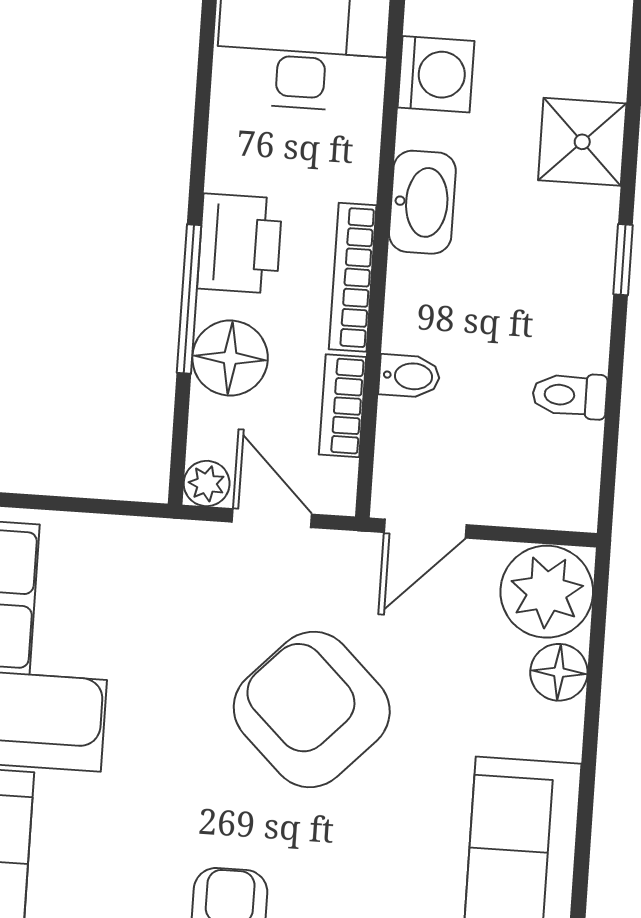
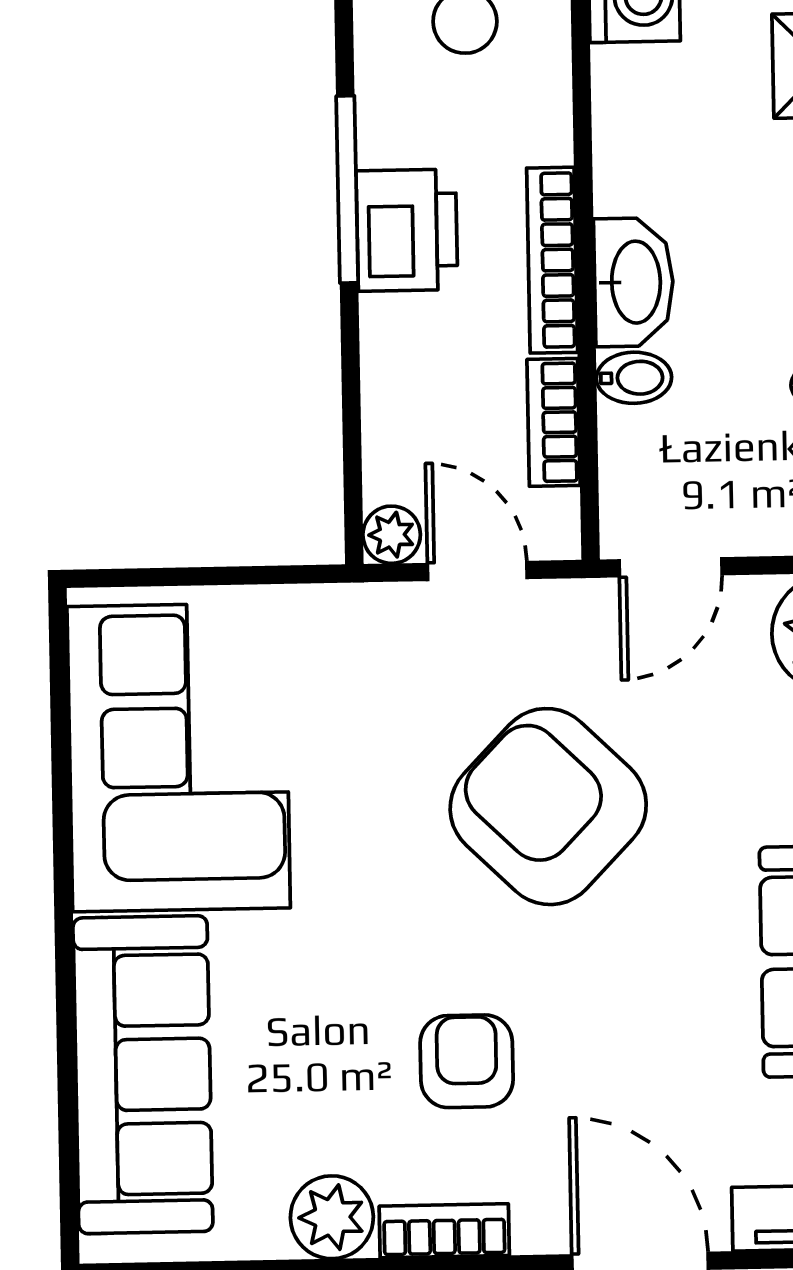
washbasin: (422, 202) -> (634, 282), moved
window: (189, 299) -> (347, 189), moved
floor lamp: (230, 358) -> (407, 375), removed

